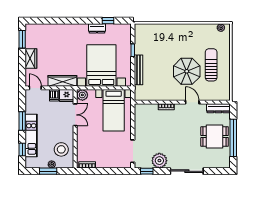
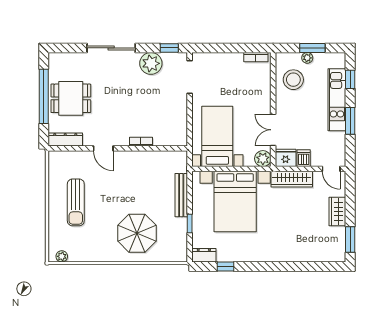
dresser: (97, 28) -> (204, 255), moved
parasol: (187, 71) -> (137, 233), moved

